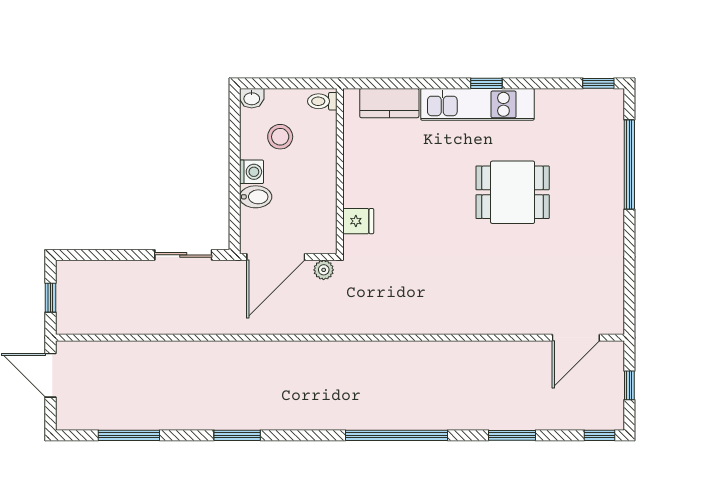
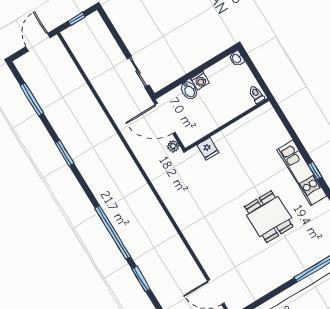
kitchen counter: (389, 103) -> (276, 128), removed
stool: (280, 137) -> (226, 84), removed
window: (512, 435) -> (141, 279), moved

